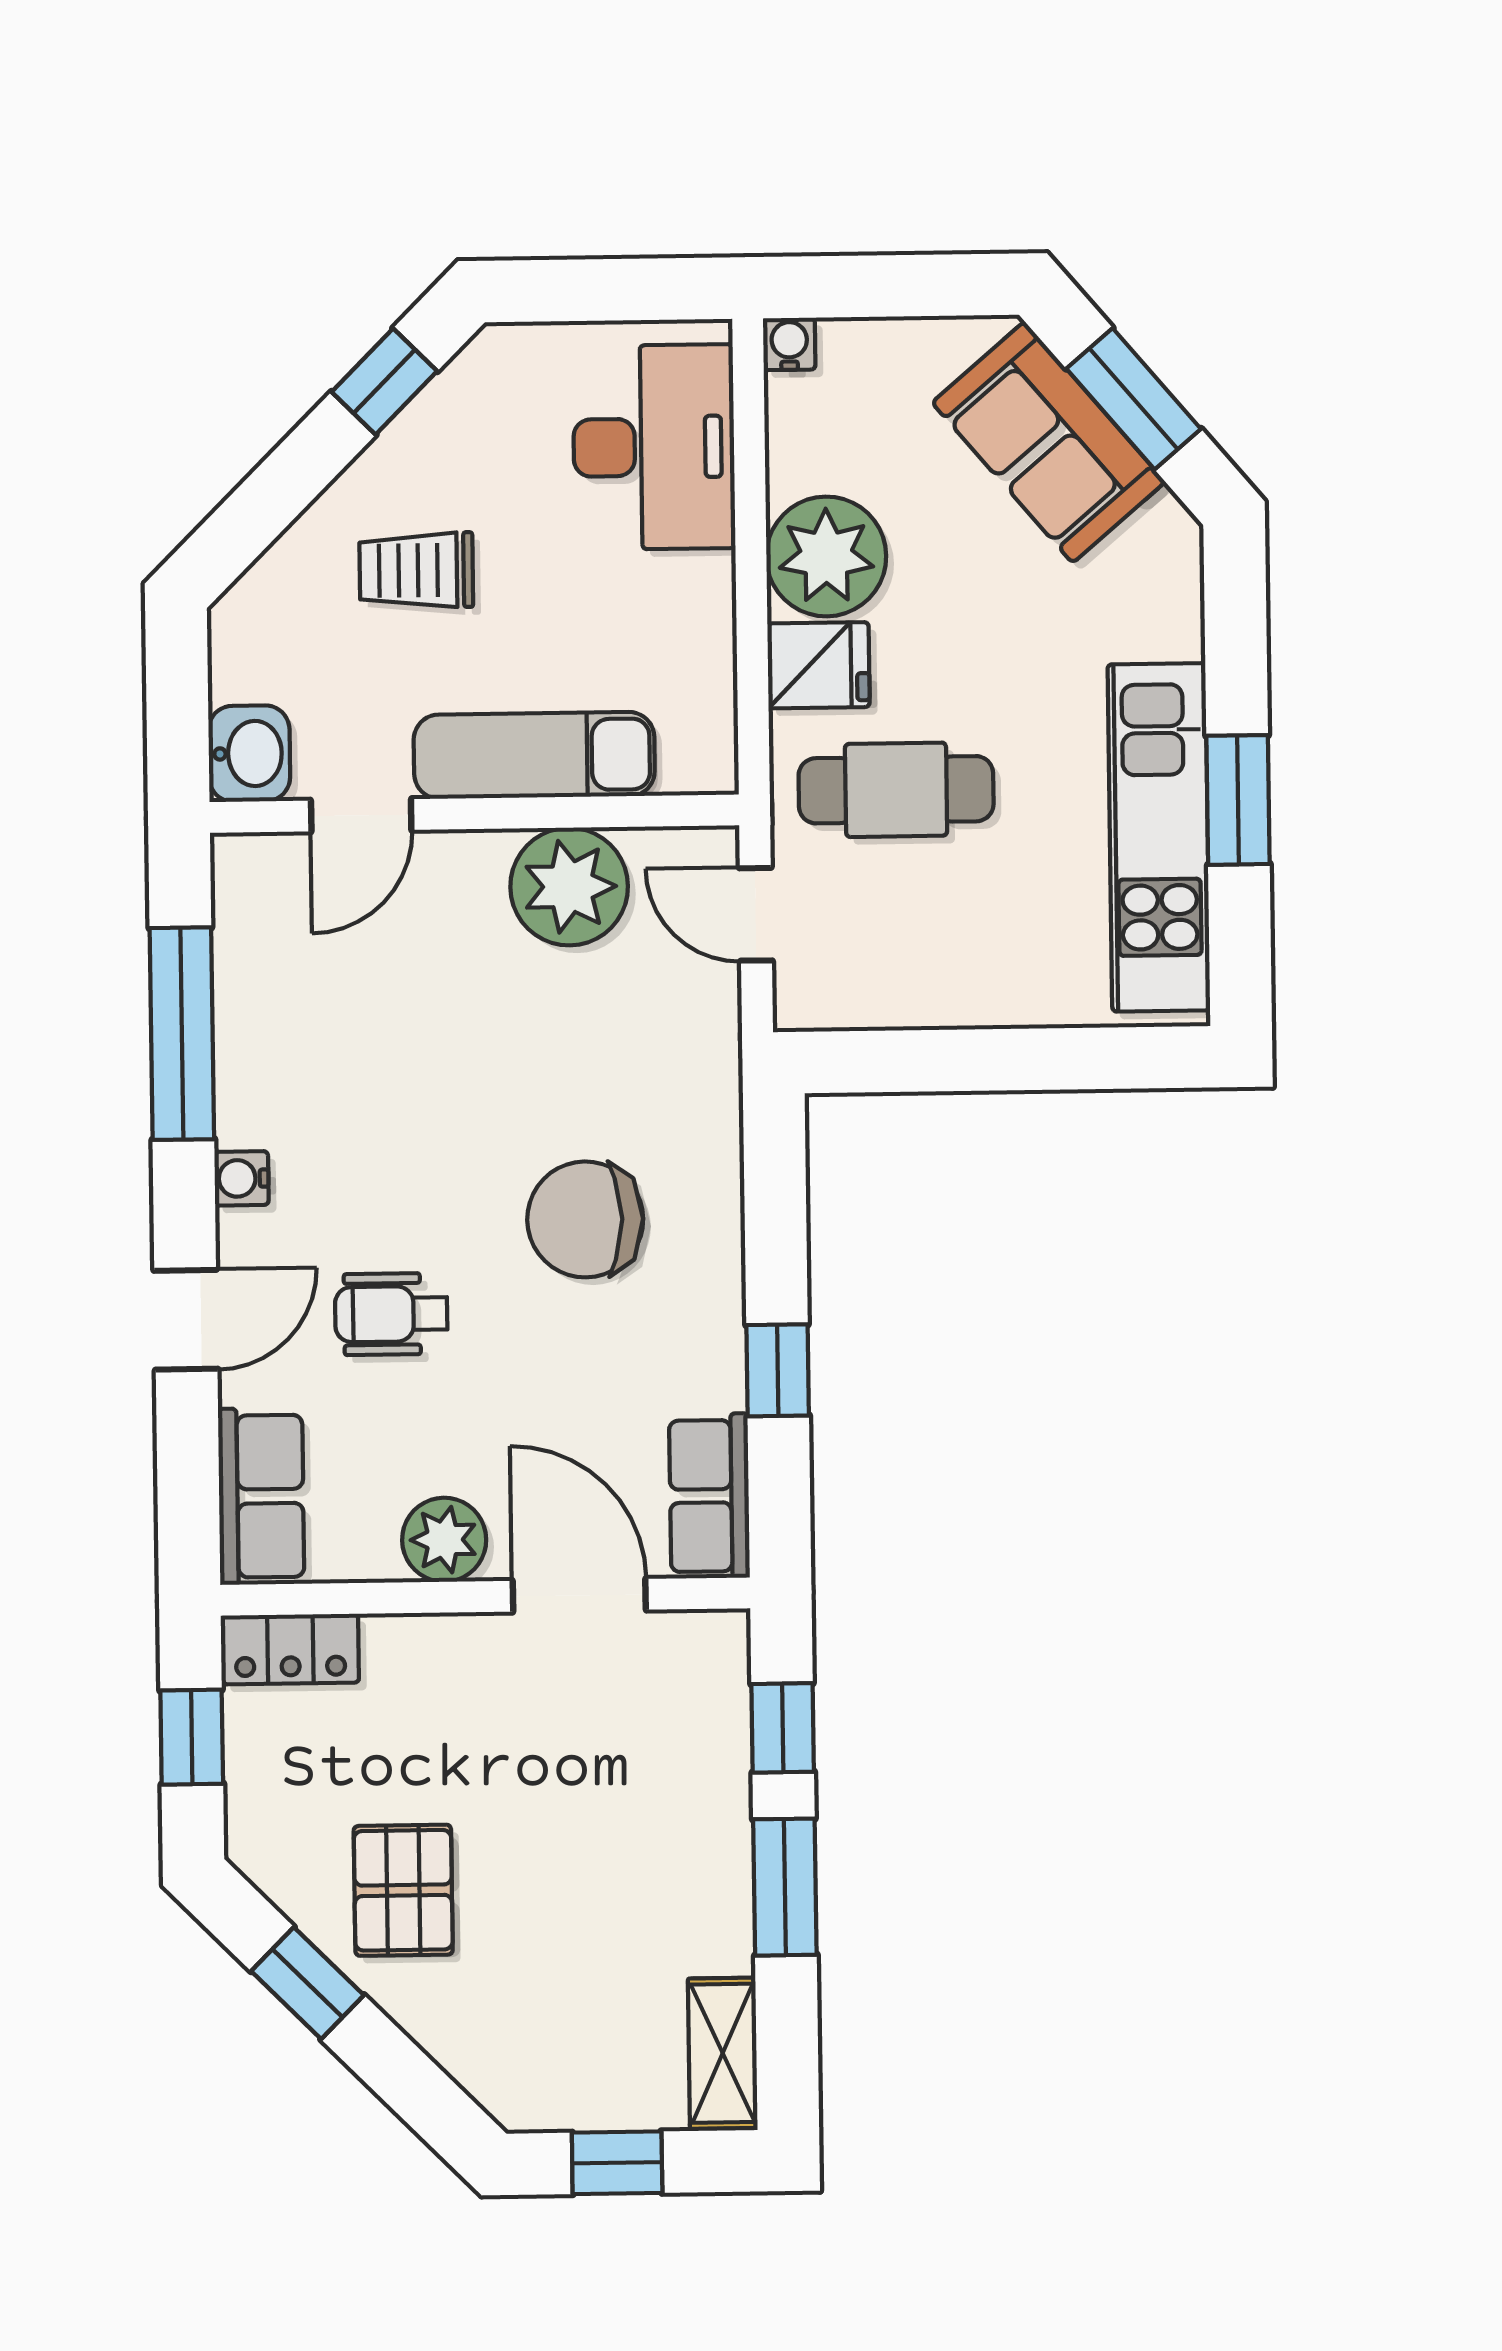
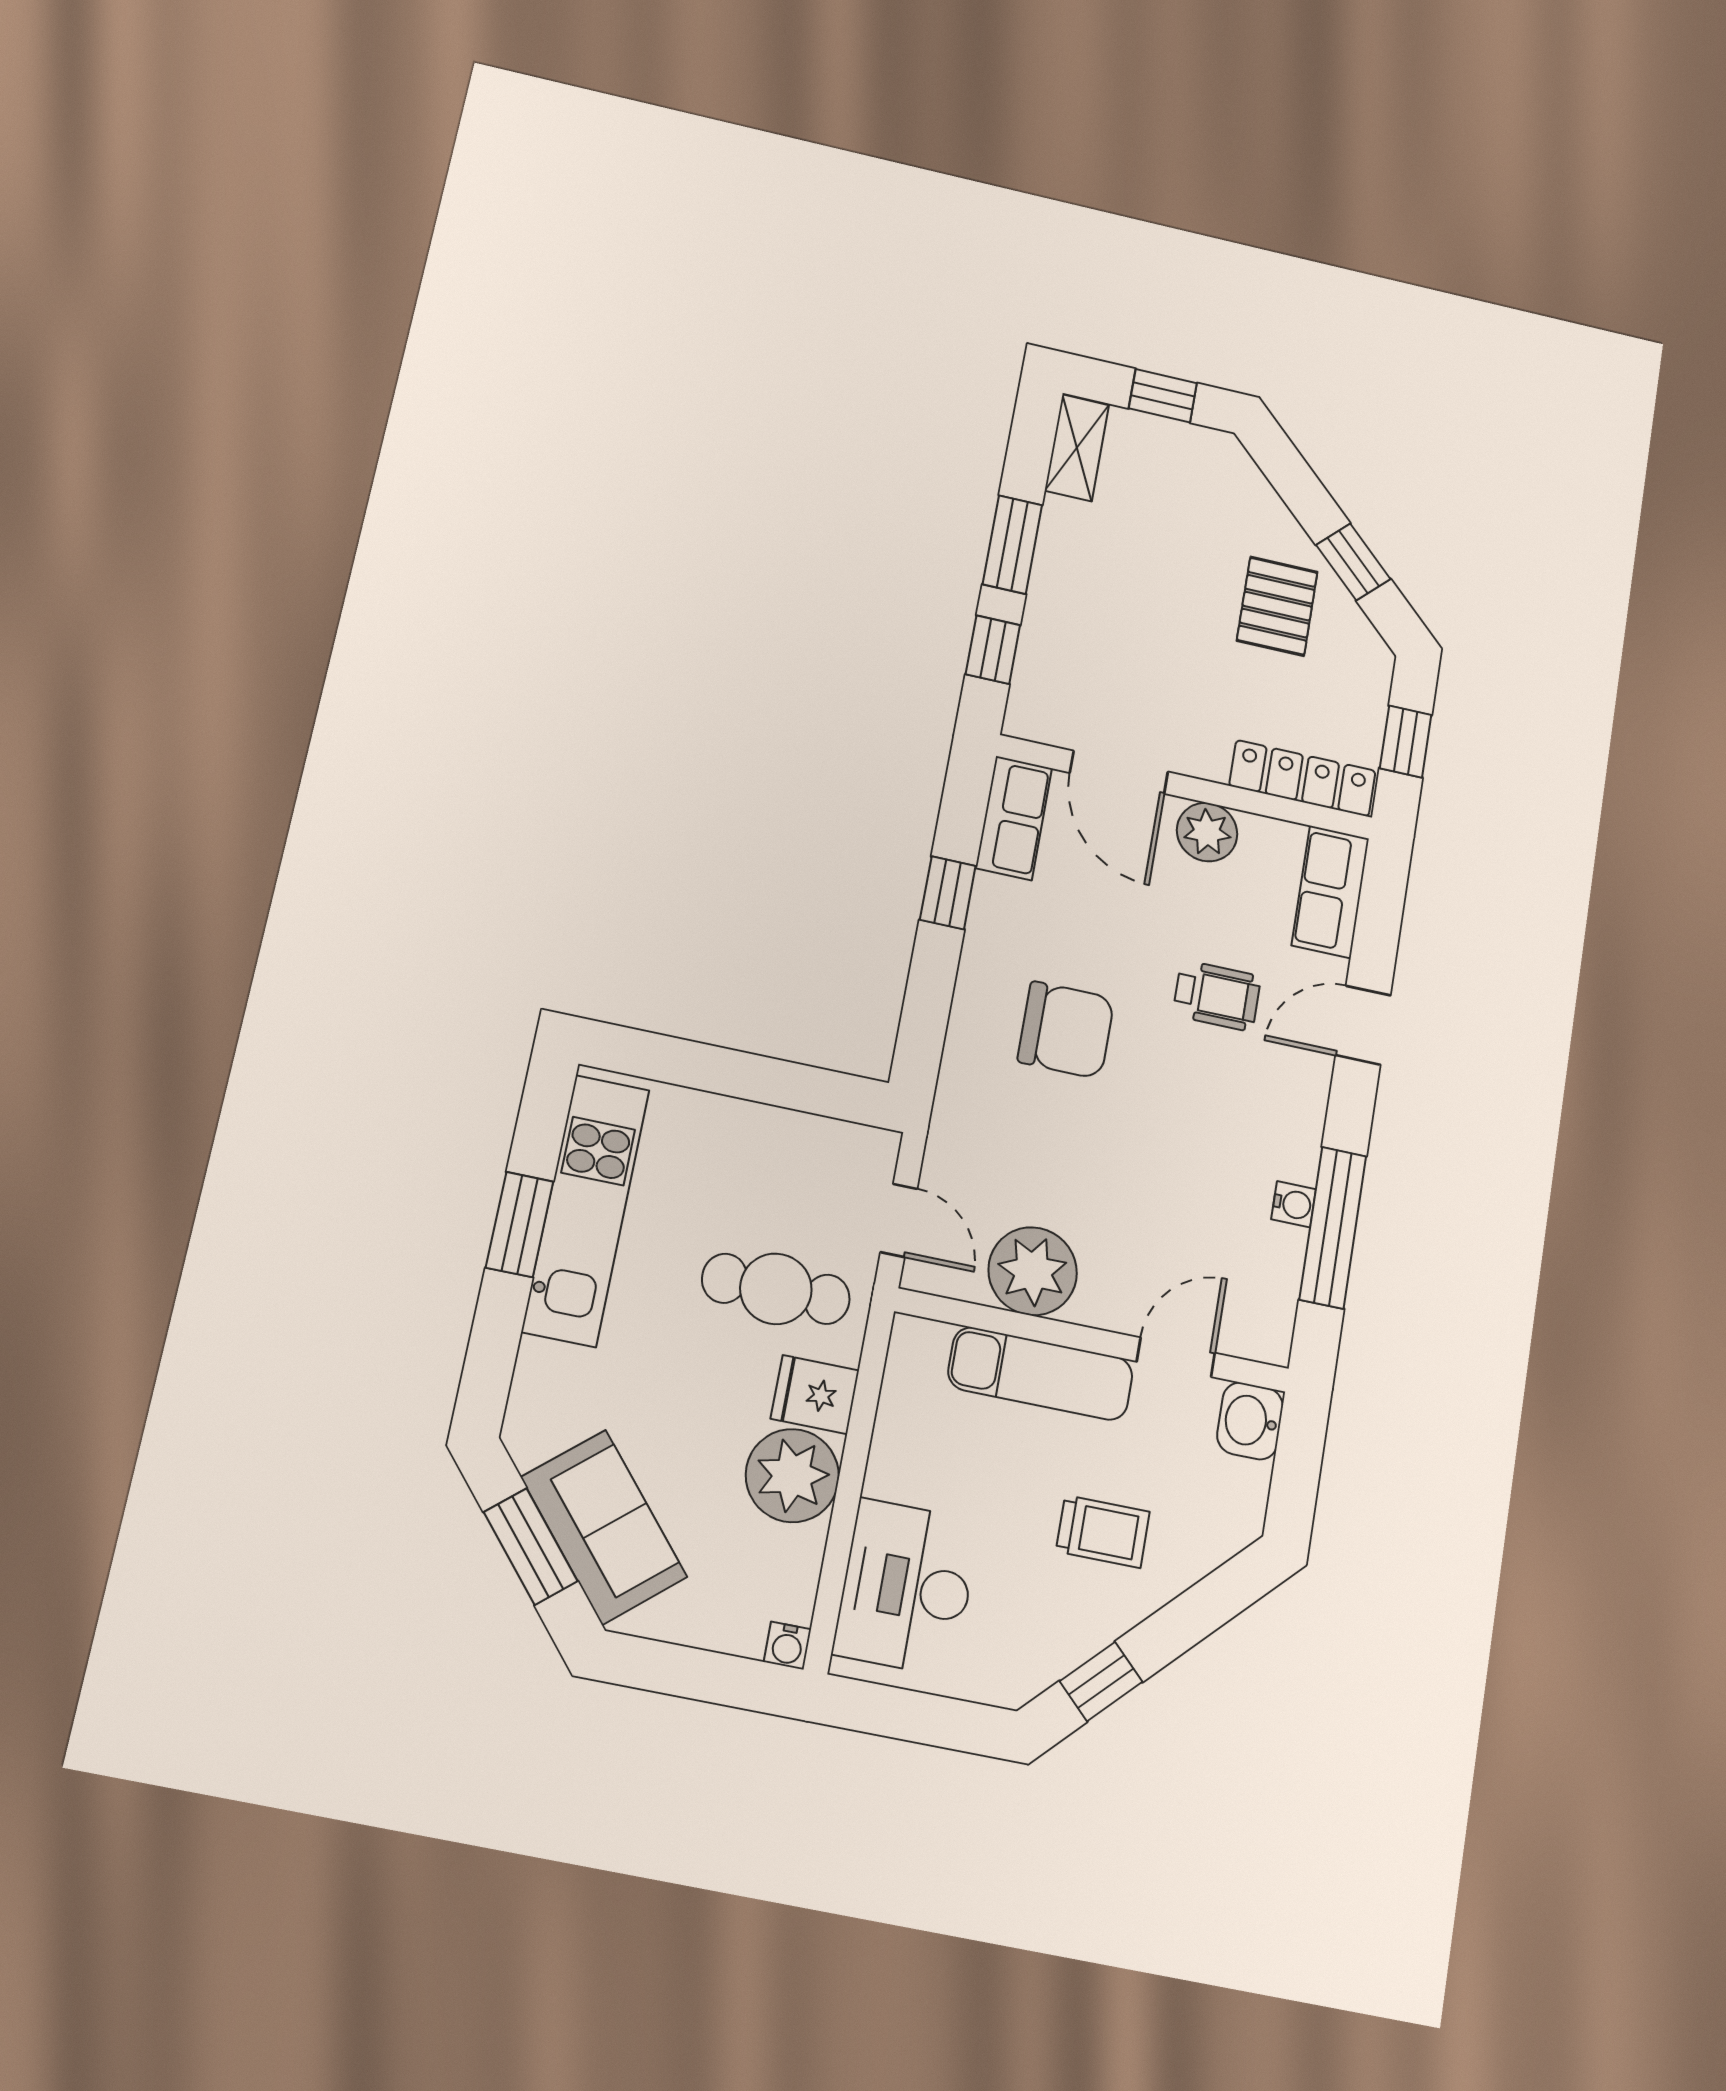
water cooler: (241, 1178) -> (1294, 1204), moved
locker: (290, 1649) -> (1302, 778), width x1.53

